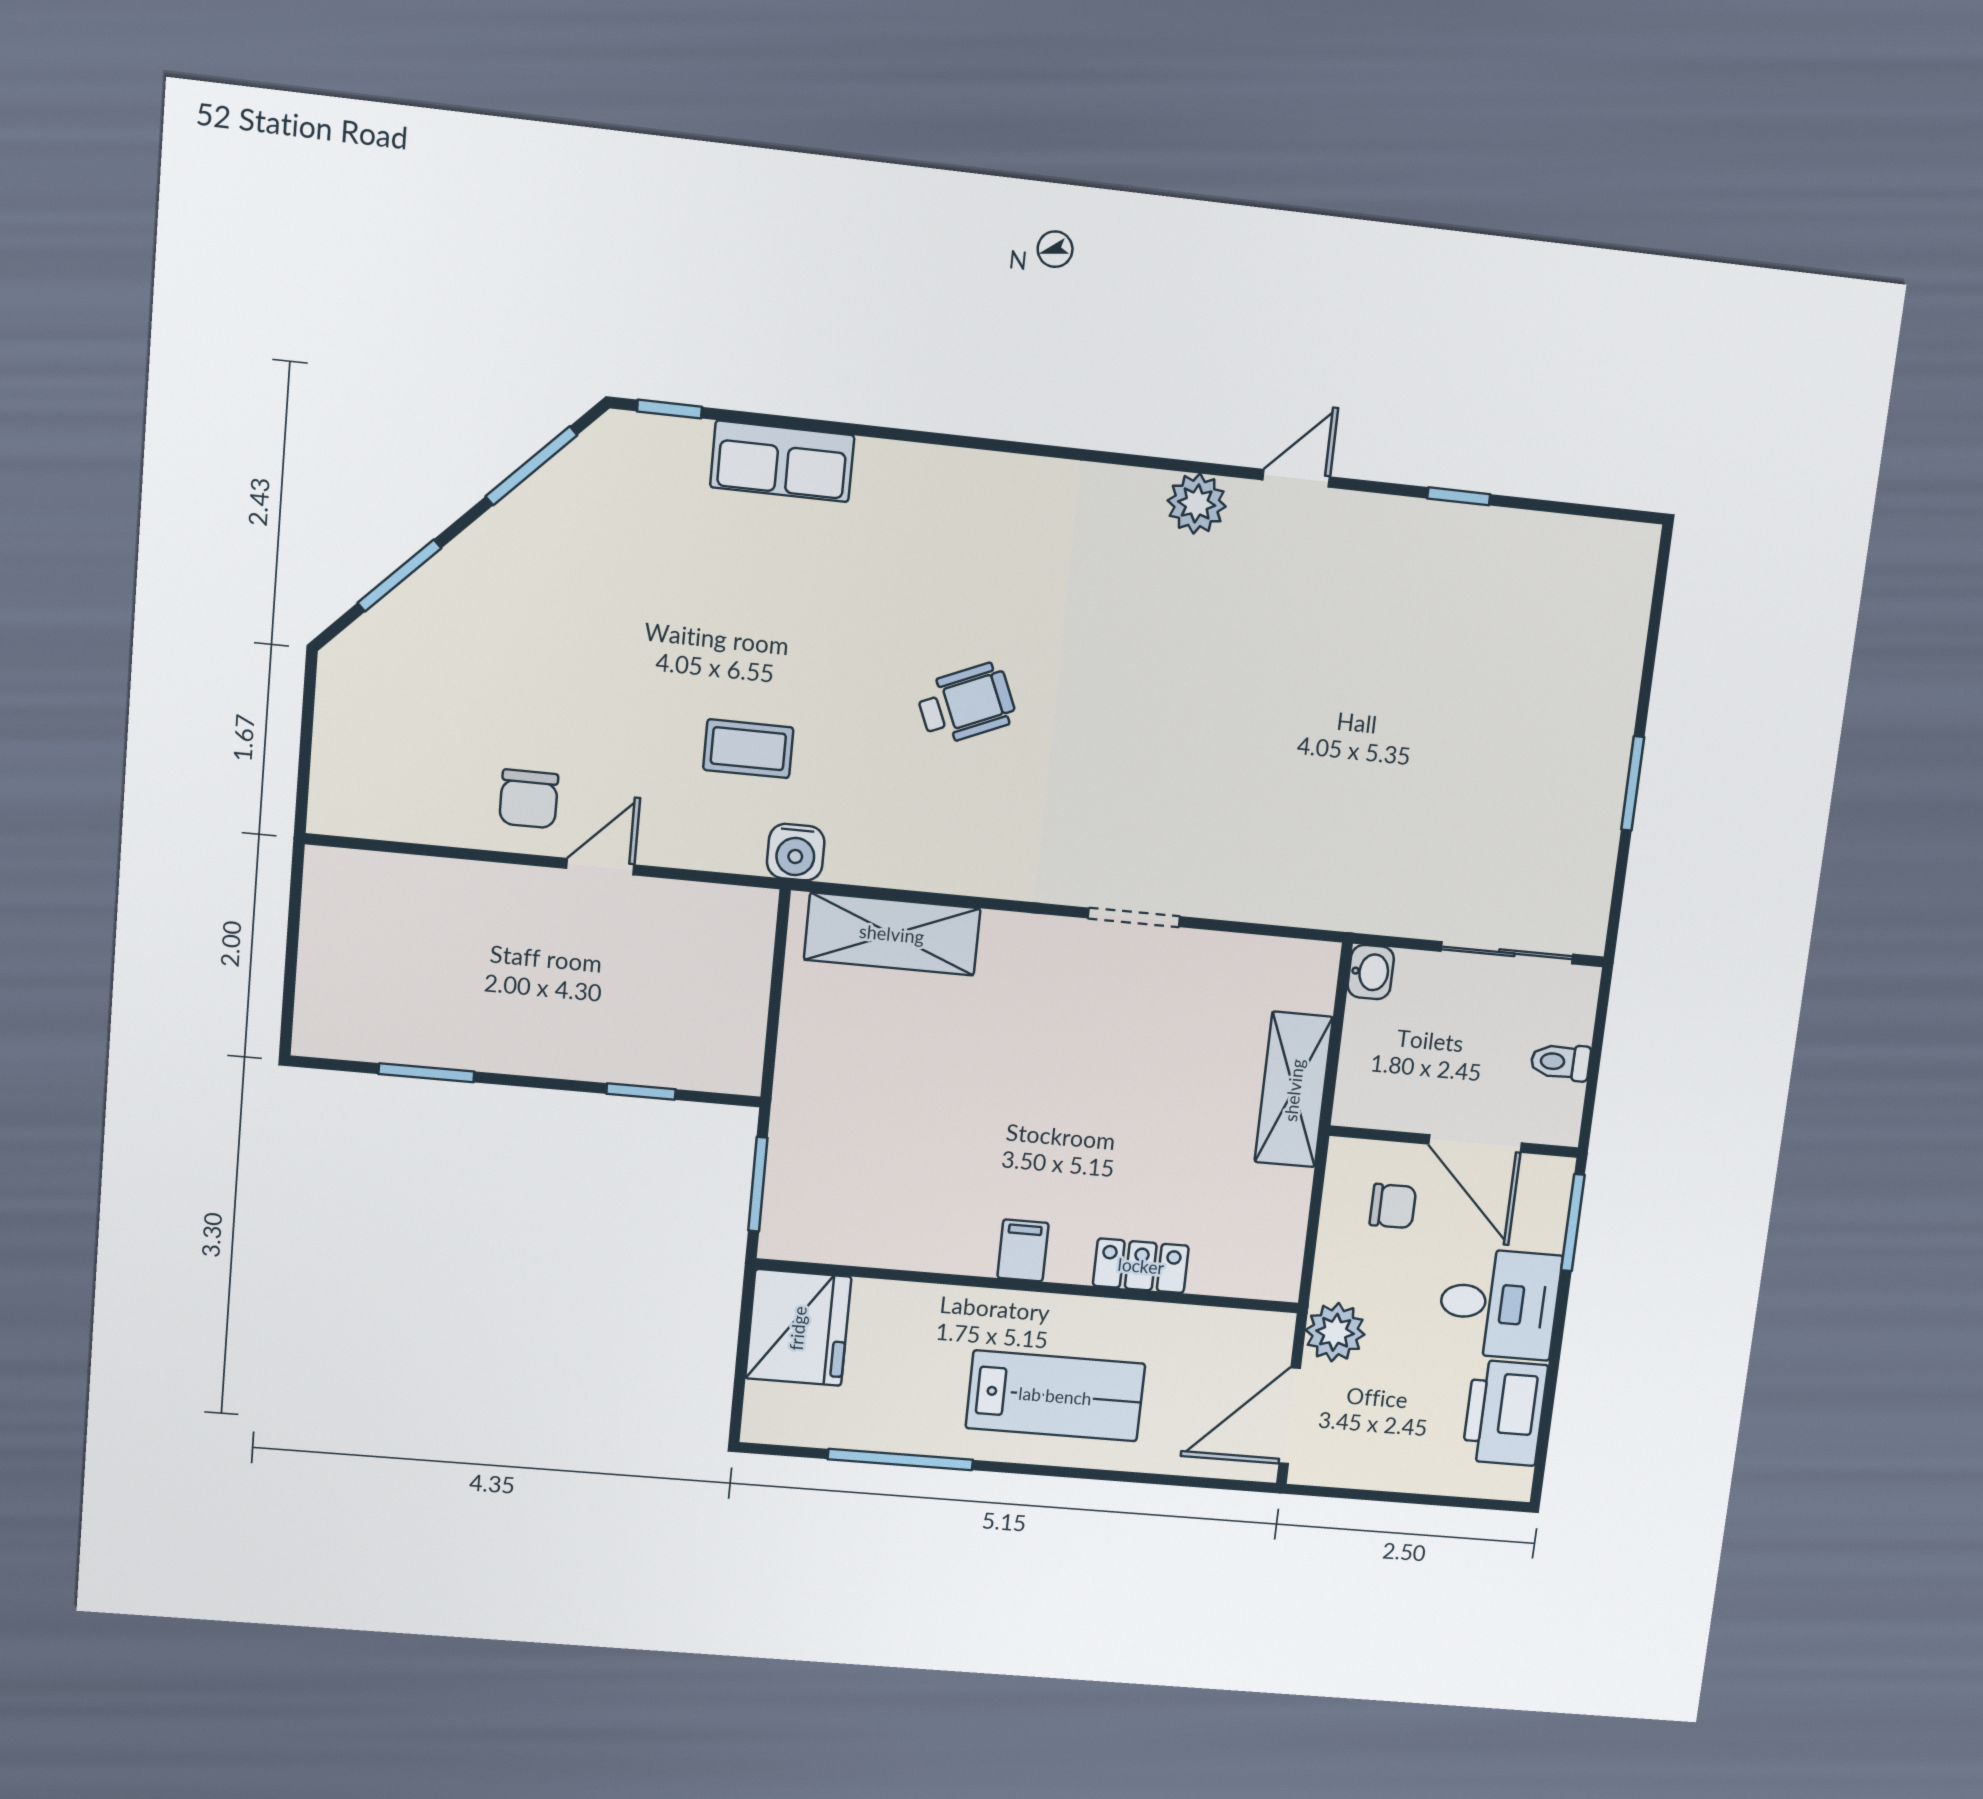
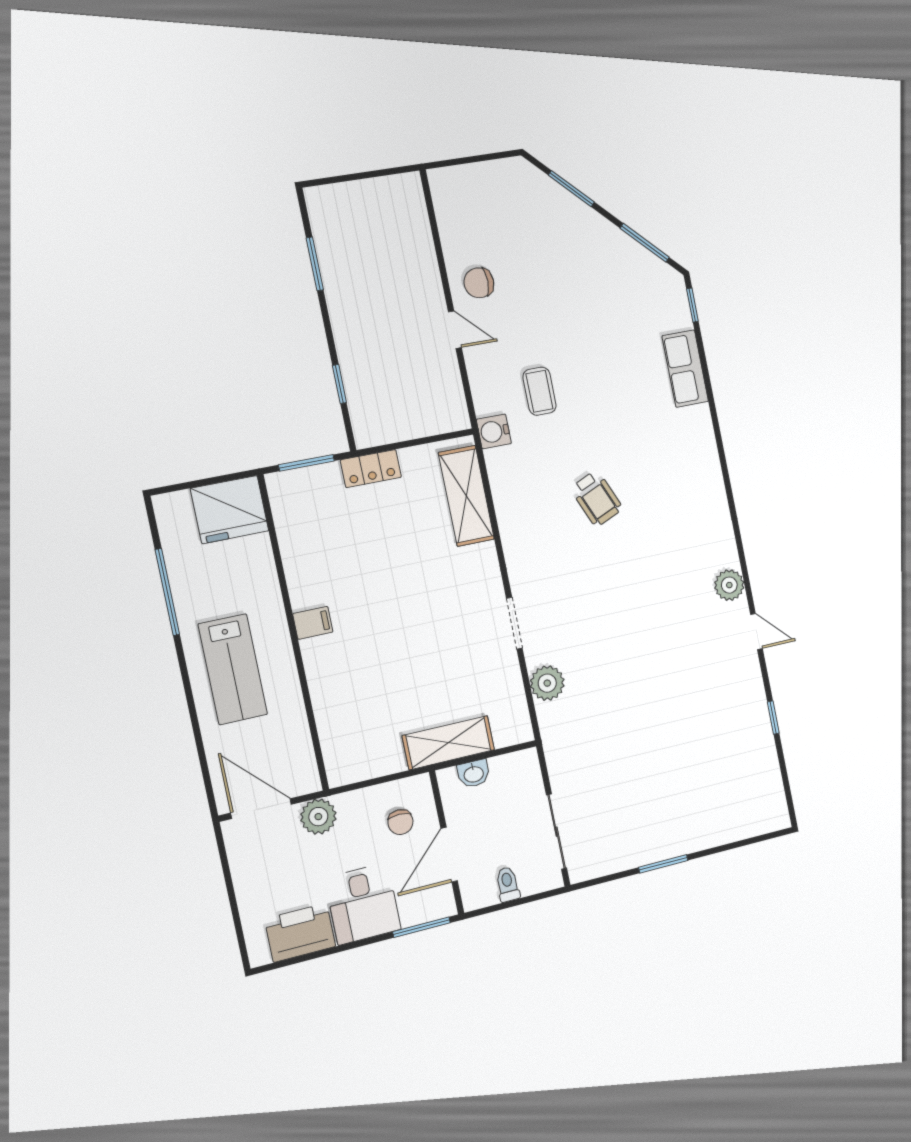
plant: (1254, 892) -> (547, 683), added
washbasin: (1371, 972) -> (474, 774), moved
locker: (1141, 1266) -> (371, 469), moved, turned 90

